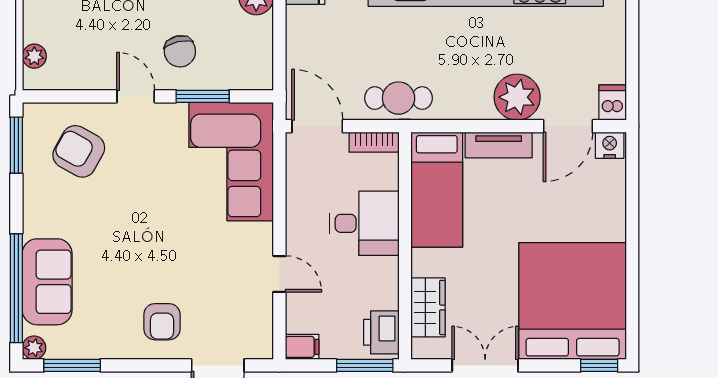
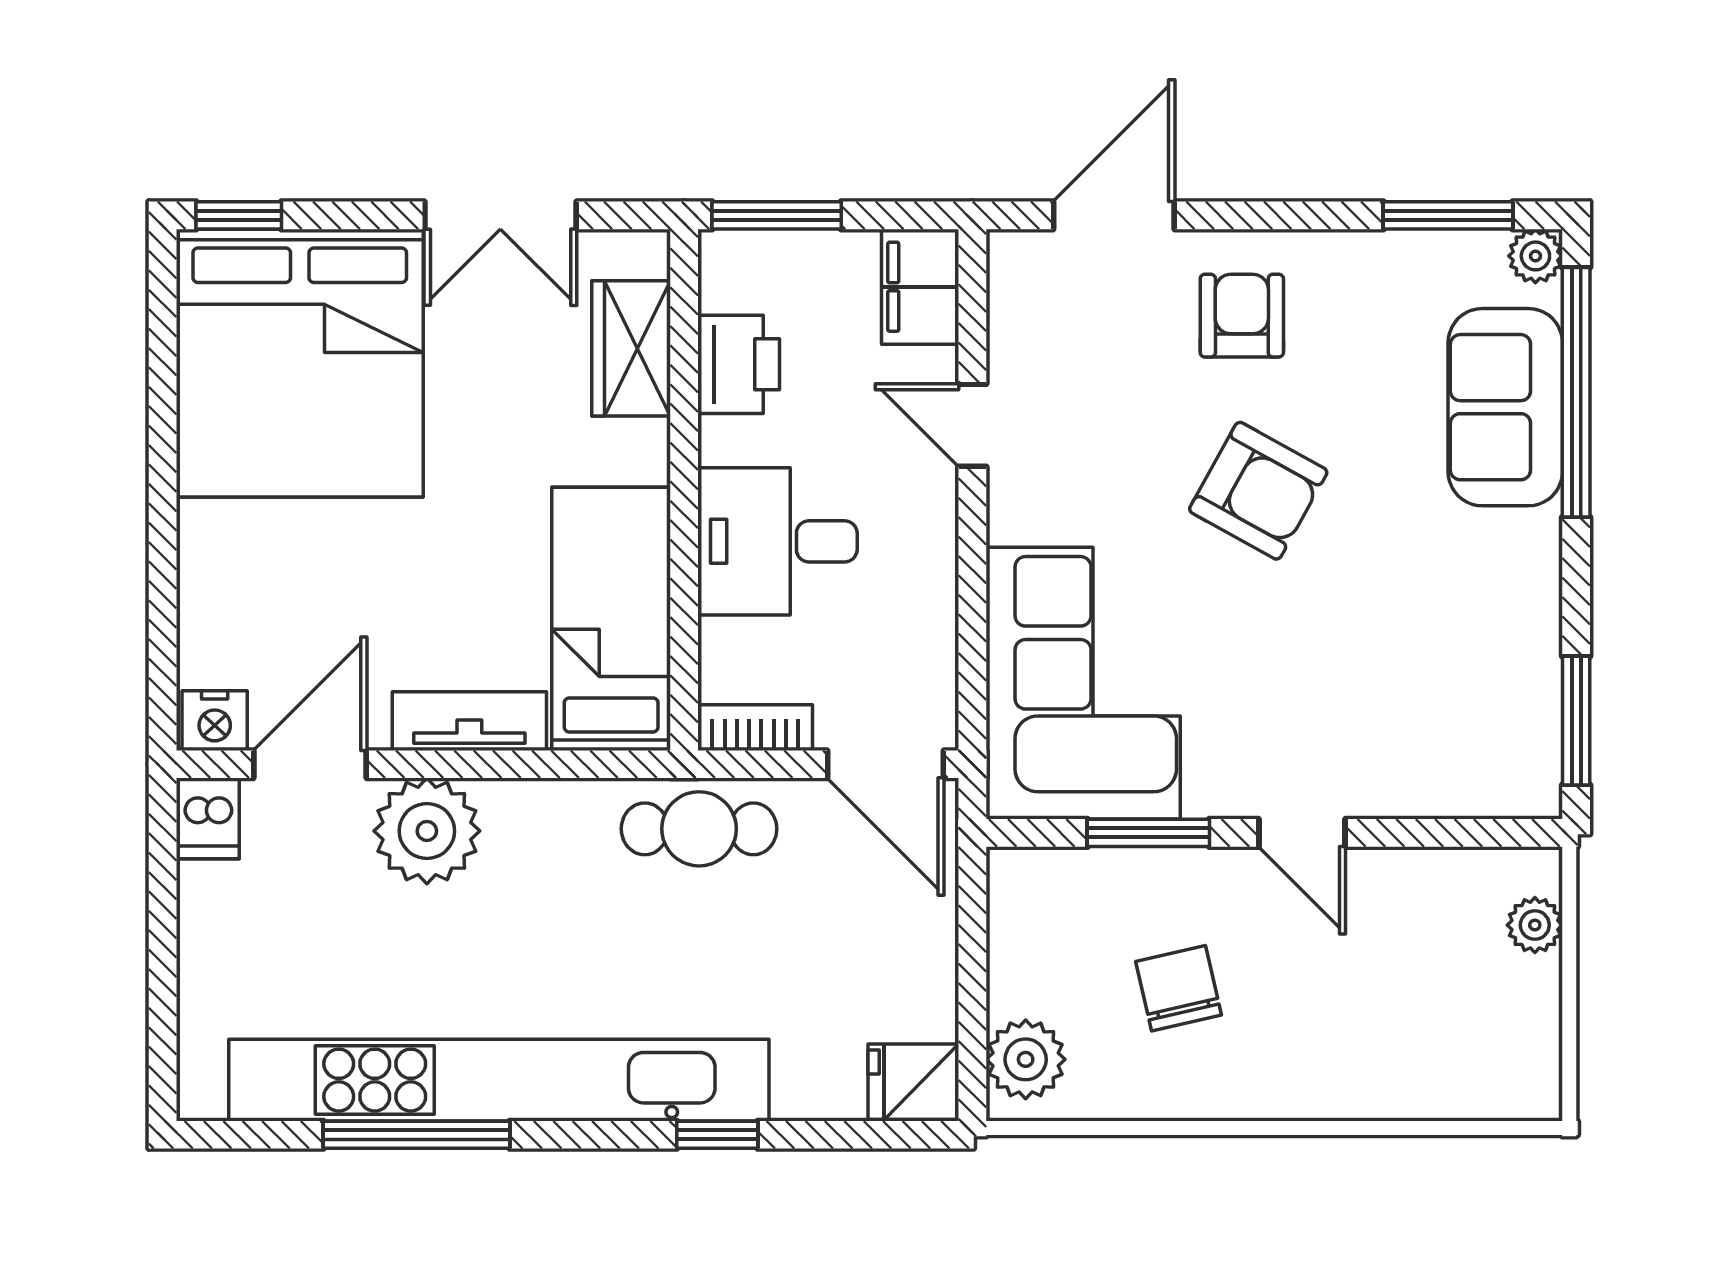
chair: (180, 51) -> (1178, 988), moved
armchair: (79, 151) -> (1258, 491), moved
printer: (381, 332) -> (739, 364), moved
filing cabinet: (302, 347) -> (920, 287), width x2.00

